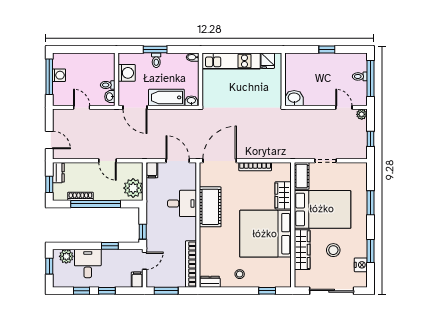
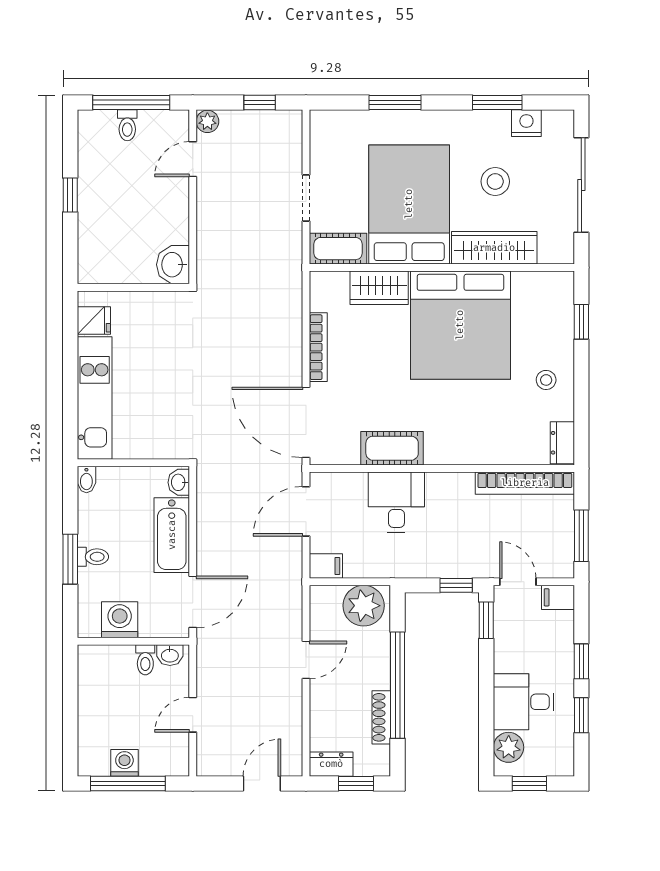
cot: (210, 207) -> (392, 448), width x0.73, depth x0.75
window: (110, 246) -> (486, 620), moved

